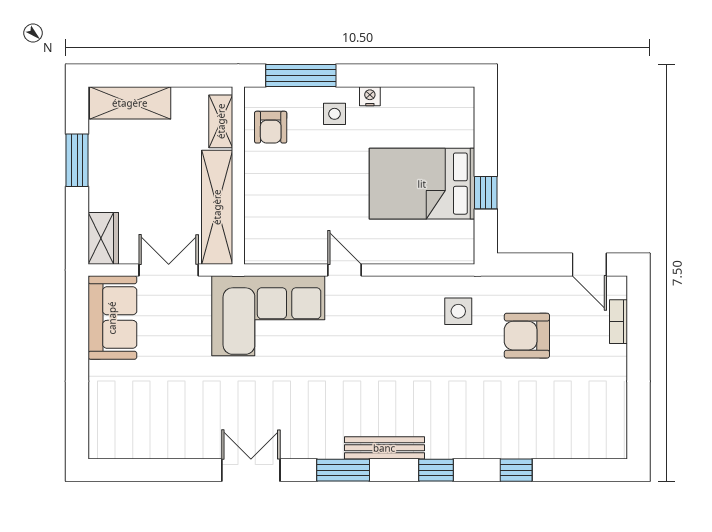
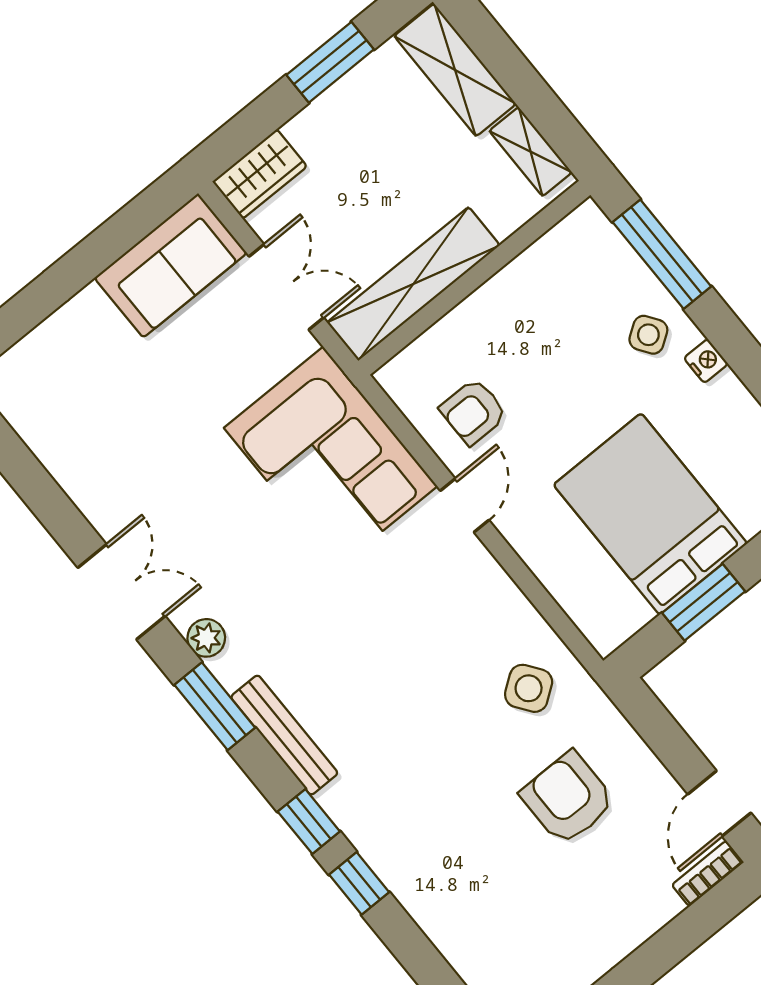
side table: (335, 114) -> (648, 335), turned -34
shelving: (221, 121) -> (531, 152), moved, turned 90
armchair: (271, 127) -> (473, 412), moved
window: (486, 193) -> (704, 602), width x1.50
side table: (458, 311) -> (529, 688), turned -36
bookcase: (619, 322) -> (708, 874), moved
plant: (307, 447) -> (206, 638), added
window: (516, 470) -> (359, 883), moved

